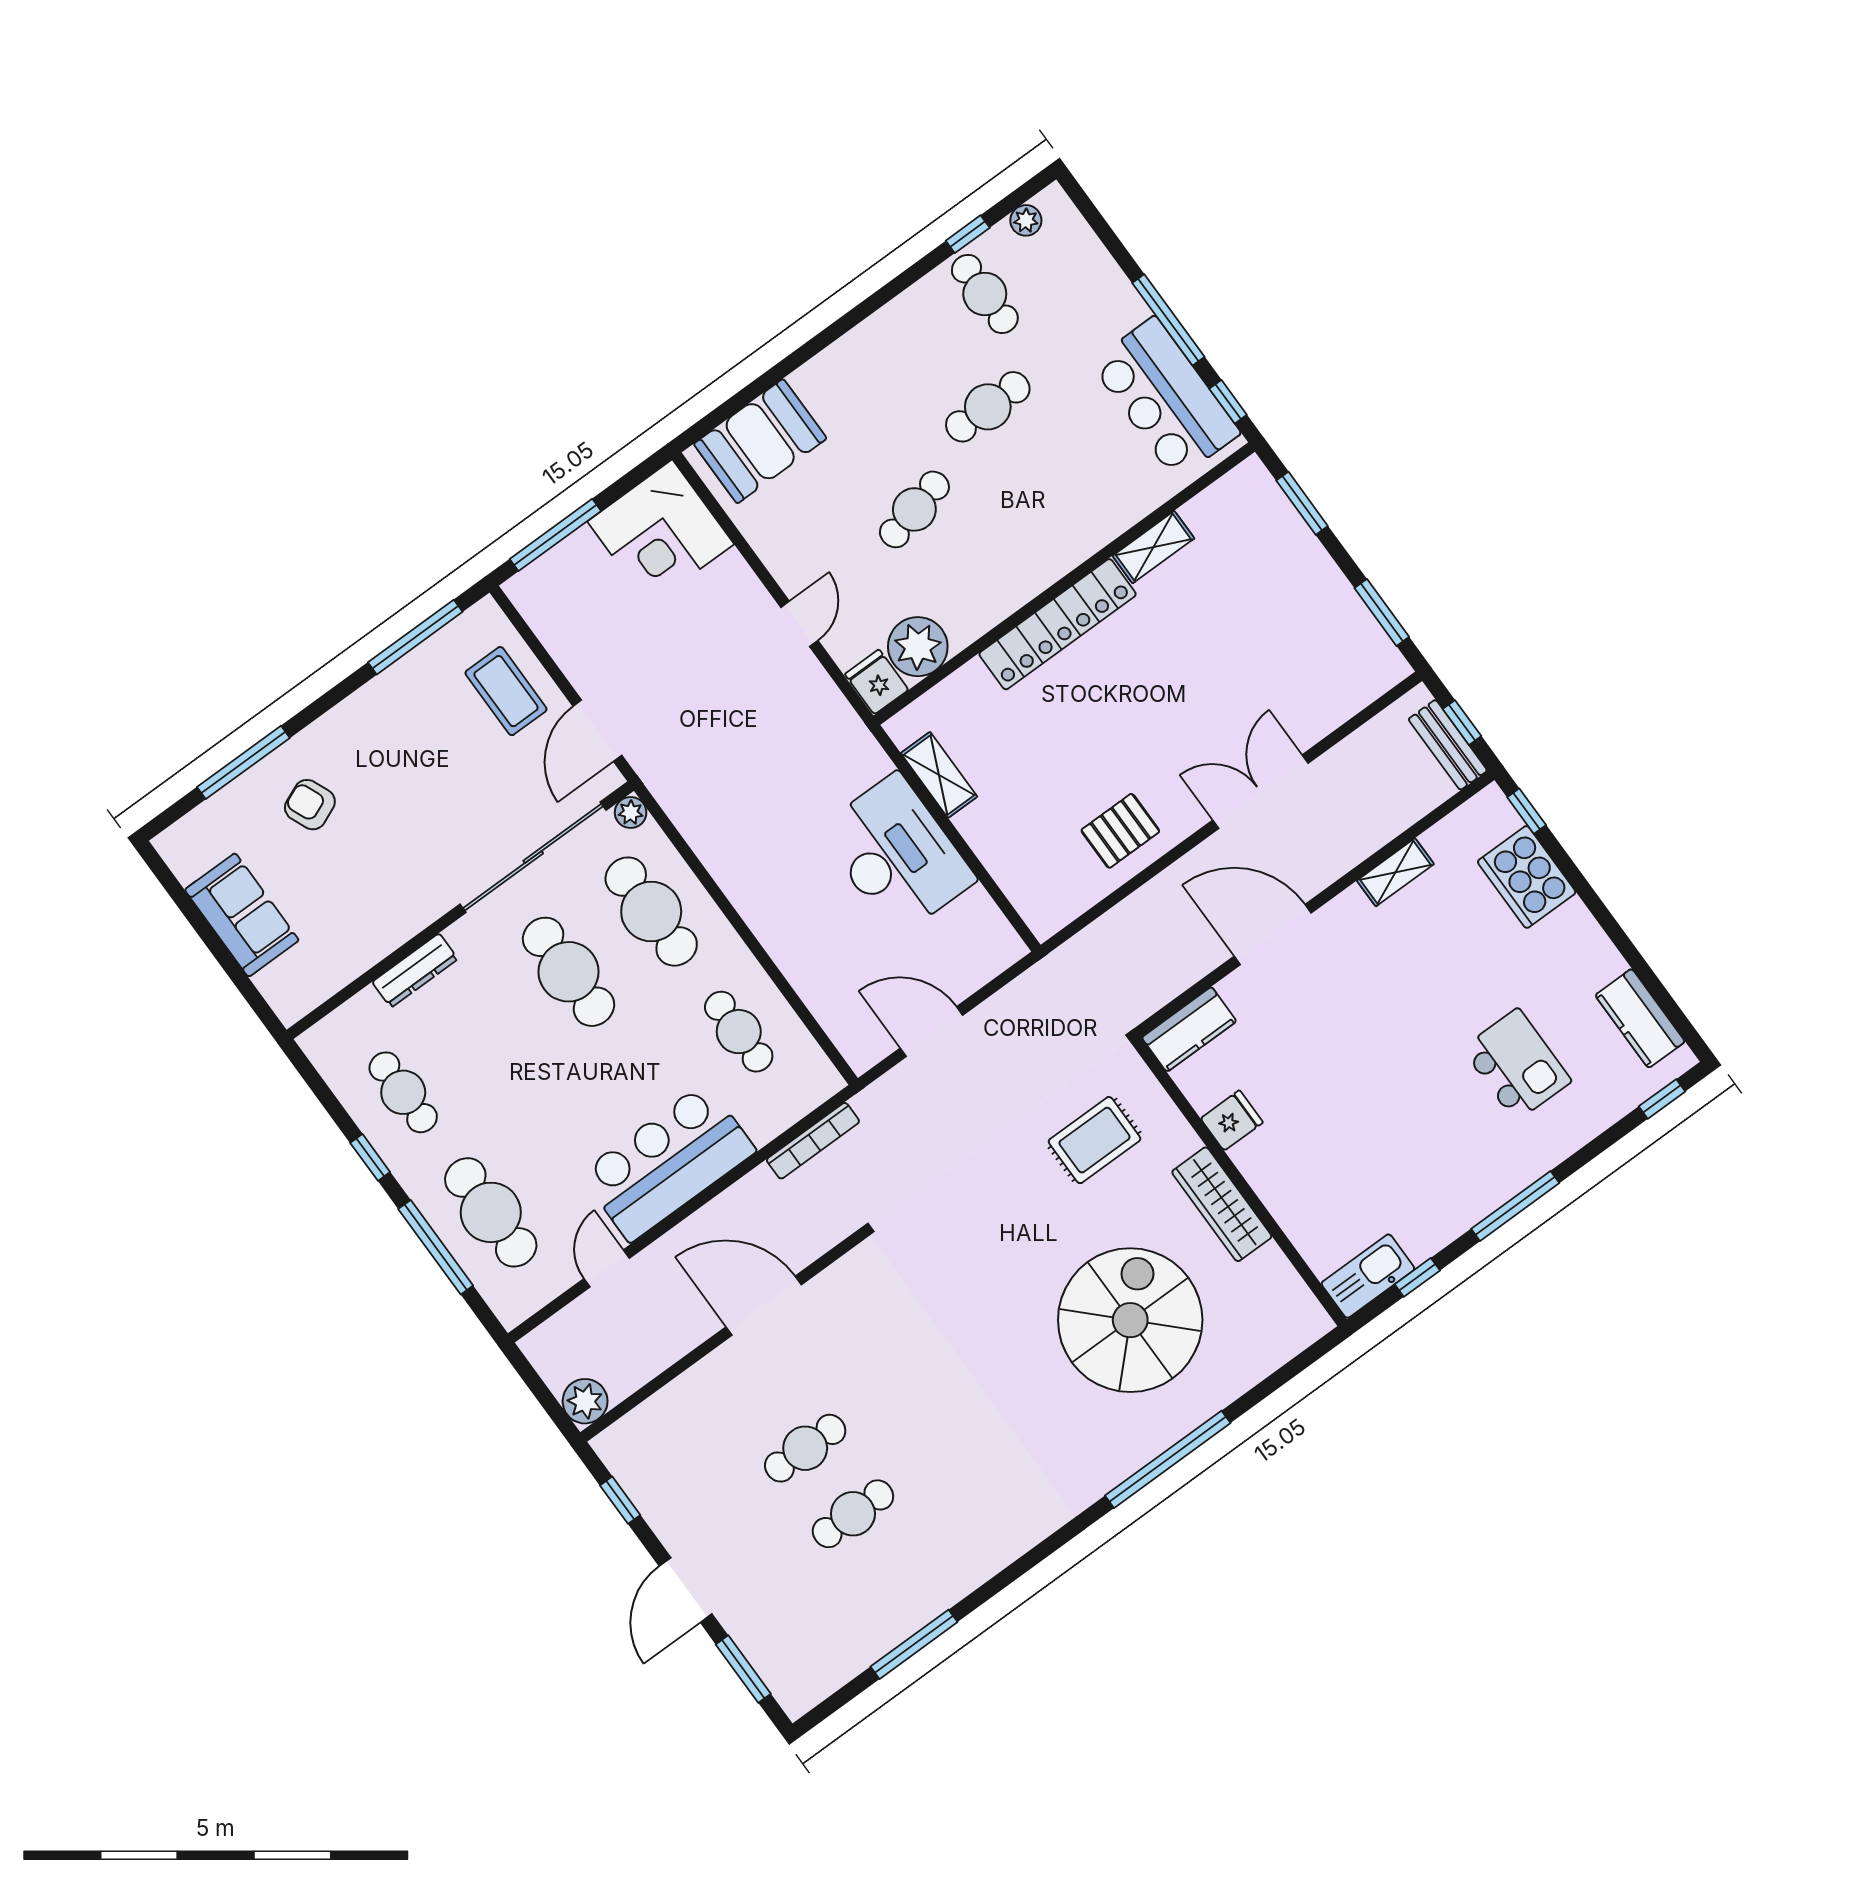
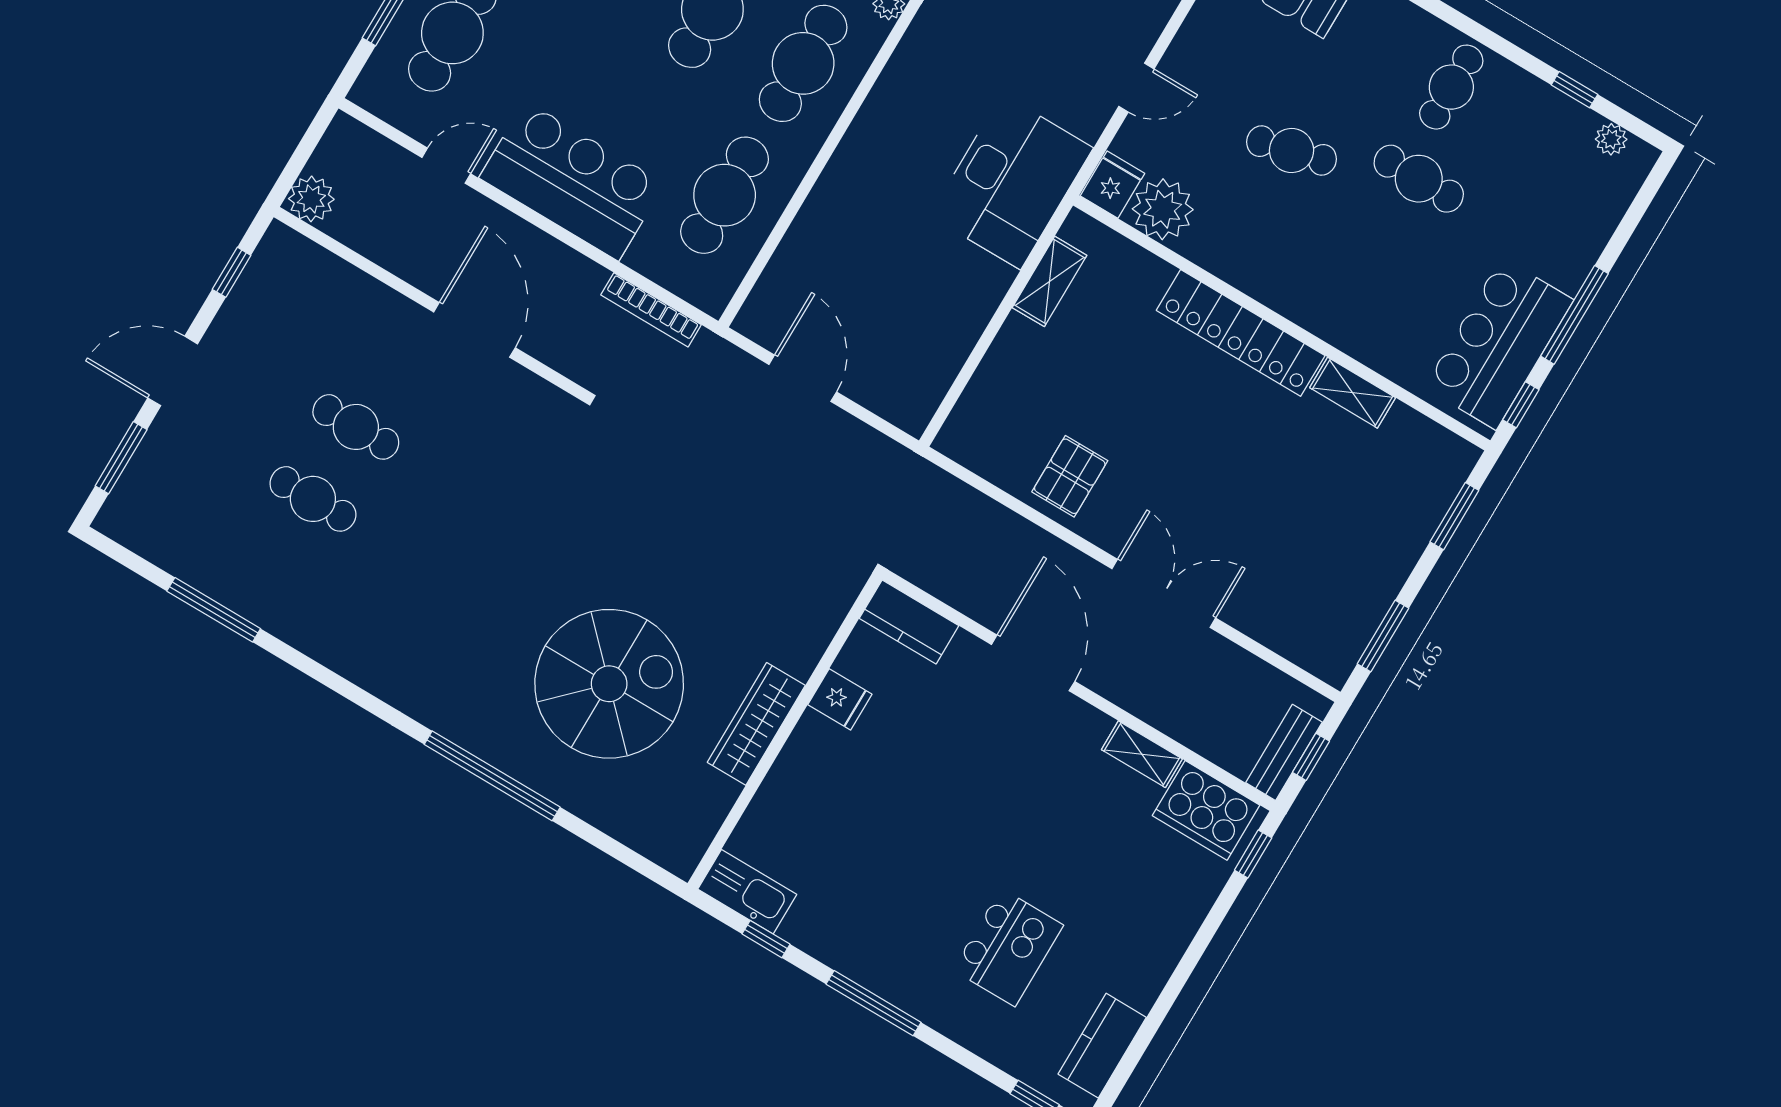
cafe table: (985, 294) -> (1451, 87), moved
pallet: (1120, 831) -> (1070, 476), turned 90
desk: (897, 855) -> (1011, 182), moved
cooker: (1527, 877) -> (1206, 810), moved, turned -90
cafe table: (739, 1032) -> (725, 195), width x1.37, depth x1.35
rug: (1095, 1140) -> (766, 577), removed

